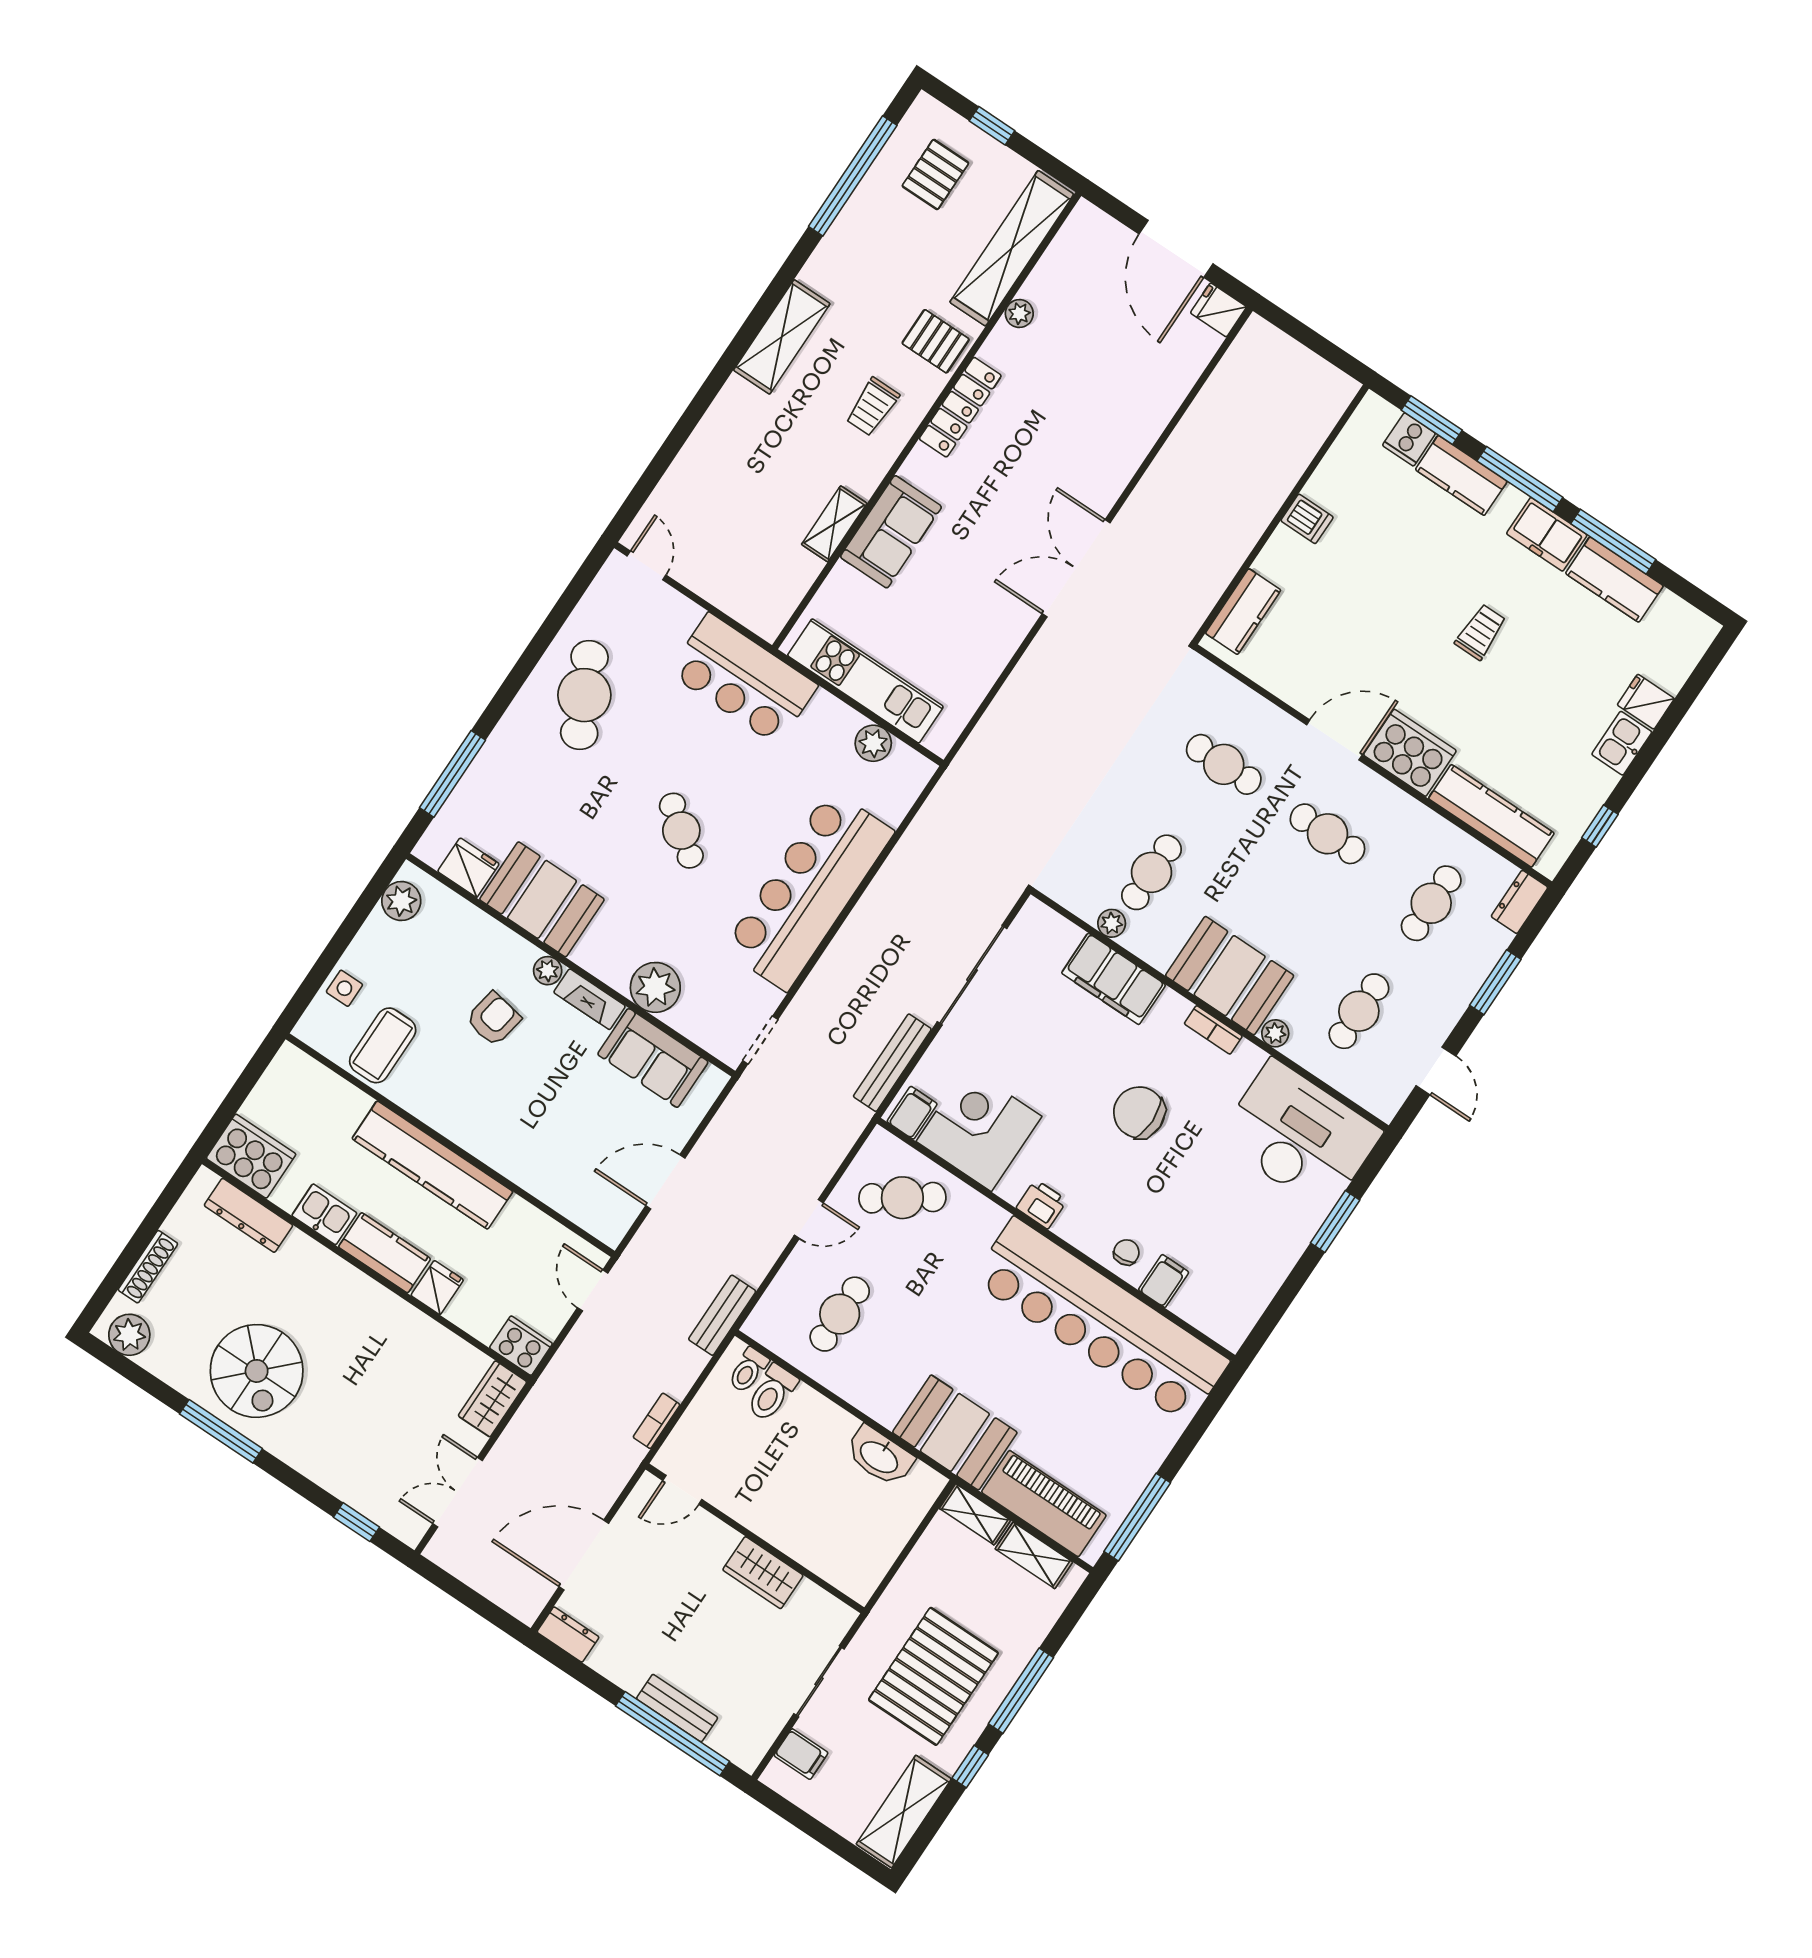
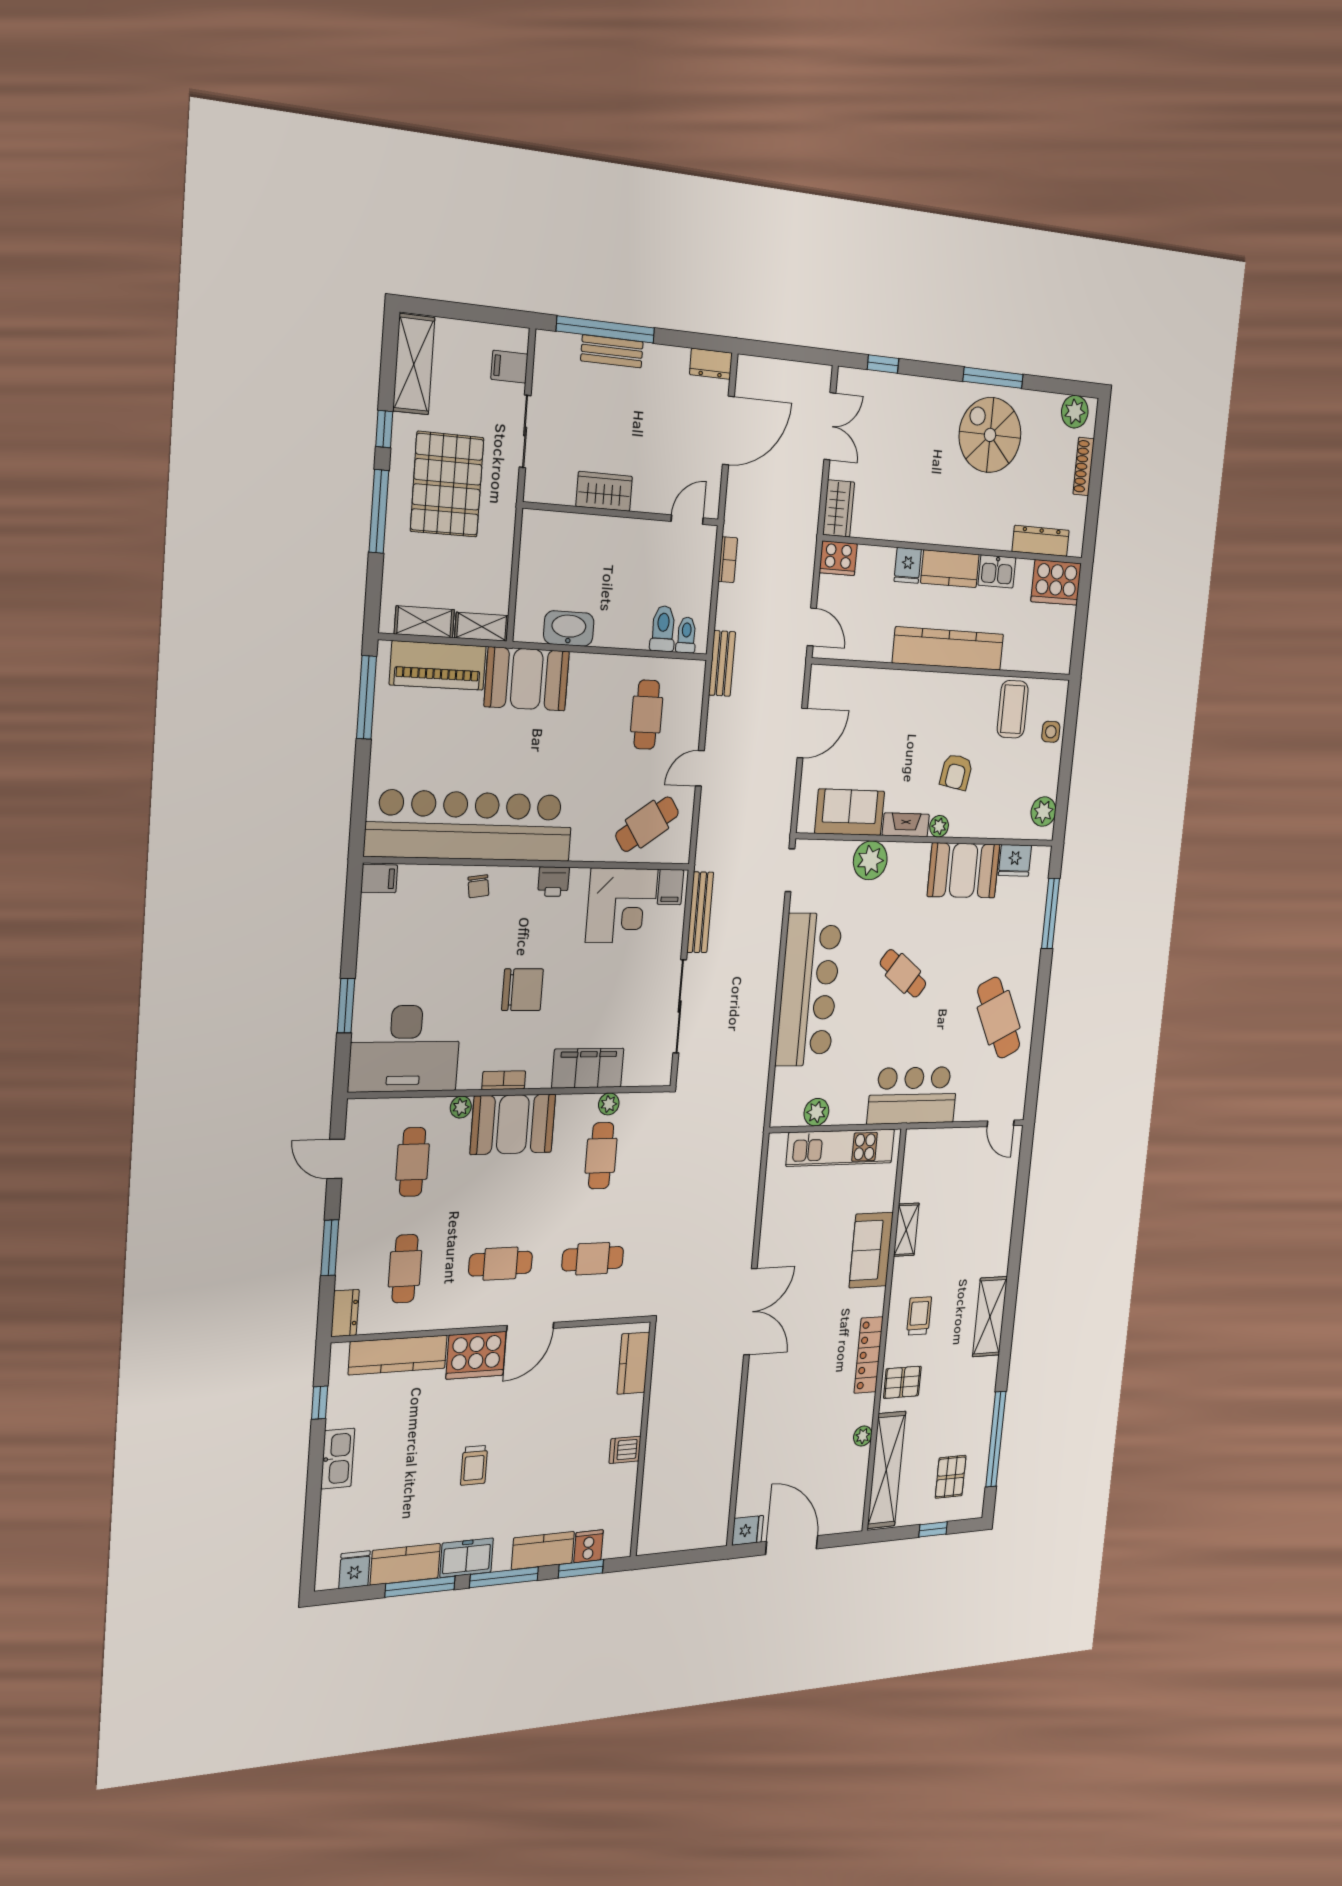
fridge: (1646, 702) -> (354, 1570), moved, turned -90
kitchen sink: (1622, 743) -> (338, 1459), width x1.38
filing cabinet: (1164, 1281) -> (379, 879), moved, turned -90

